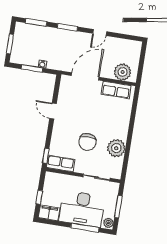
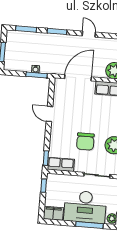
door: (100, 33) -> (89, 34), swing flipped
window: (32, 68) -> (36, 75), moved
window: (39, 197) -> (44, 186), moved

